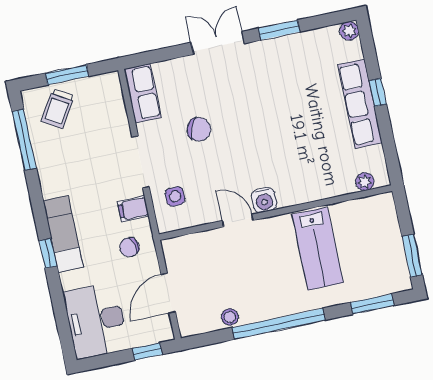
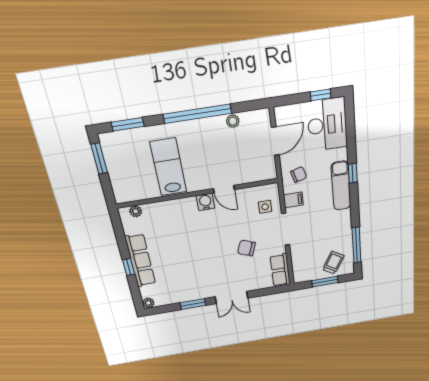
window: (147, 351) -> (321, 95), moved

